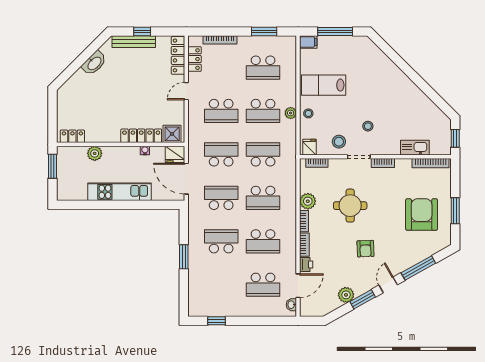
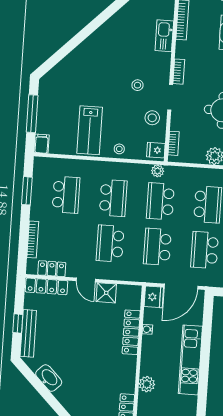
school desk: (221, 111) -> (110, 243), turned 180
plant: (291, 113) -> (158, 171), moved
shower: (172, 134) -> (106, 293), moved

